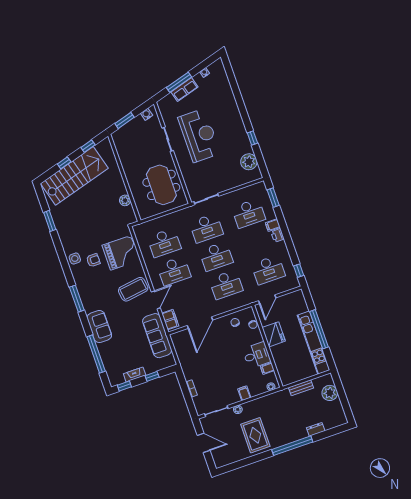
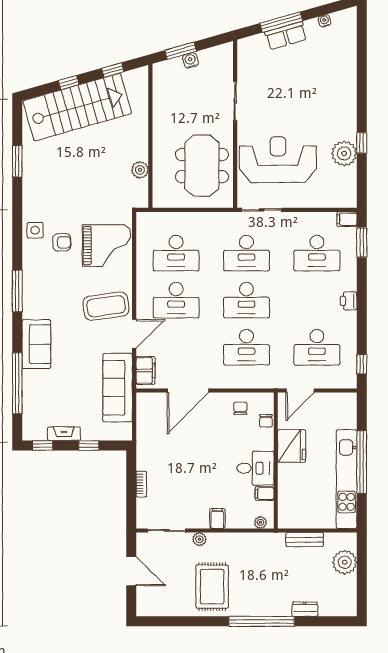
water cooler: (147, 114) -> (190, 60), moved
reception desk: (199, 135) -> (278, 160), moved, turned -90
plant: (249, 162) -> (344, 153), moved
filing cabinet: (273, 225) -> (347, 219), moved

